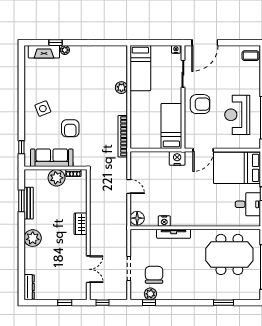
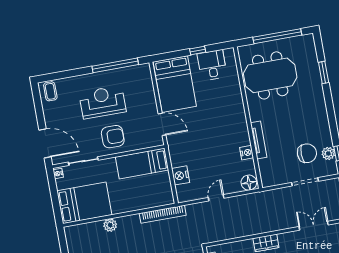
bed: (140, 68) -> (84, 203), width x1.50
armchair: (200, 104) -> (113, 137), turned 90
reception desk: (237, 115) -> (103, 102), moved, turned 180
nightstand: (177, 158) -> (181, 175), moved
meeting table: (229, 254) -> (270, 75), turned 90
chair: (154, 275) -> (307, 153), turned 180

